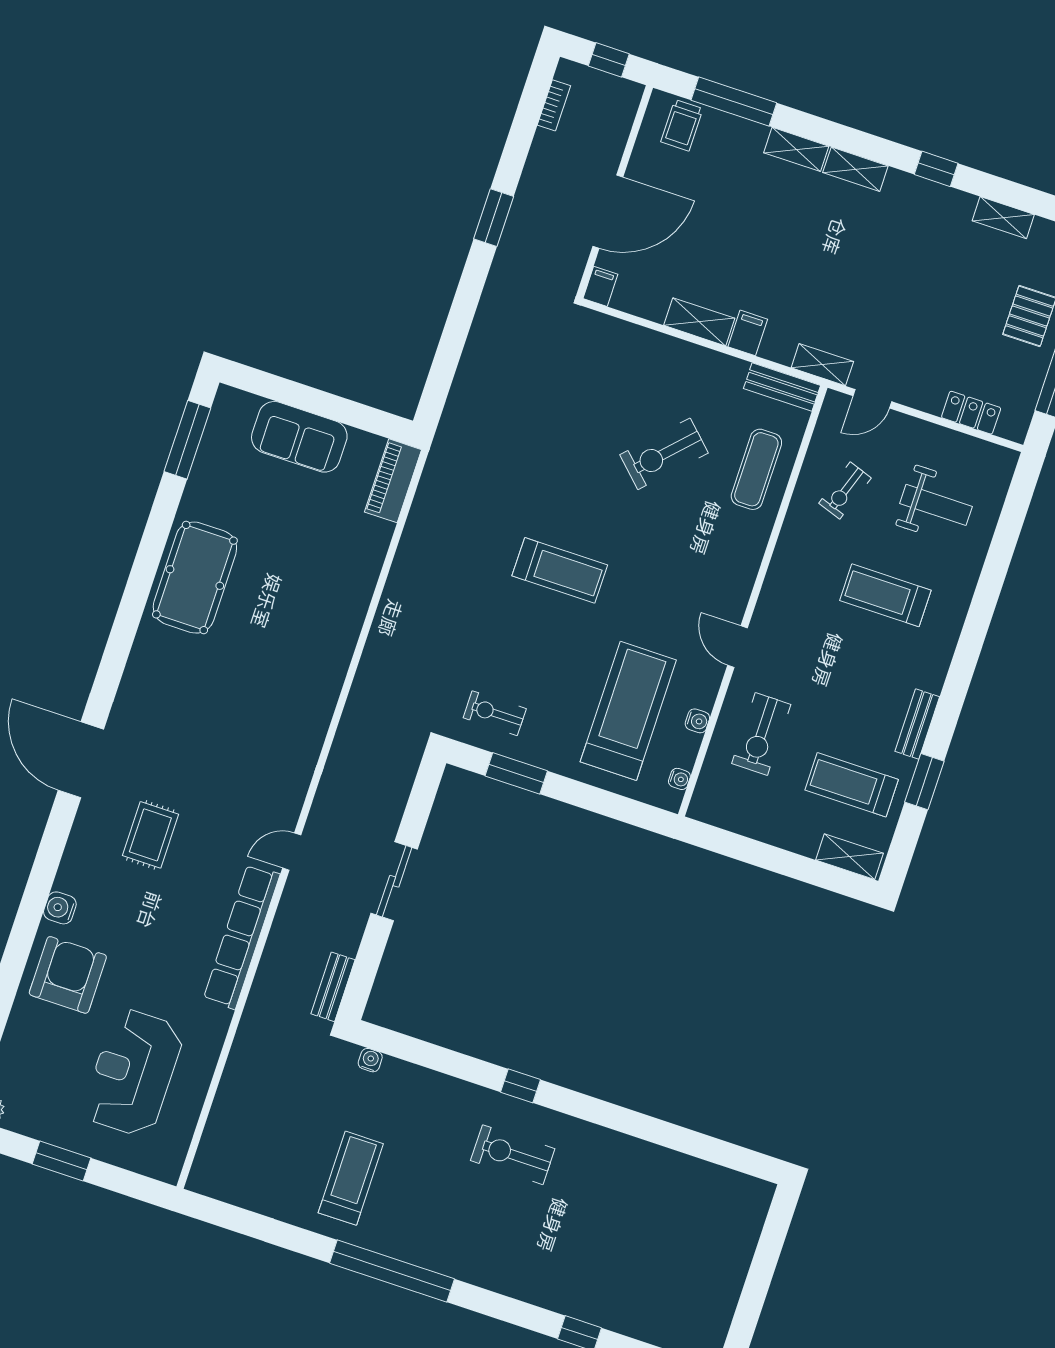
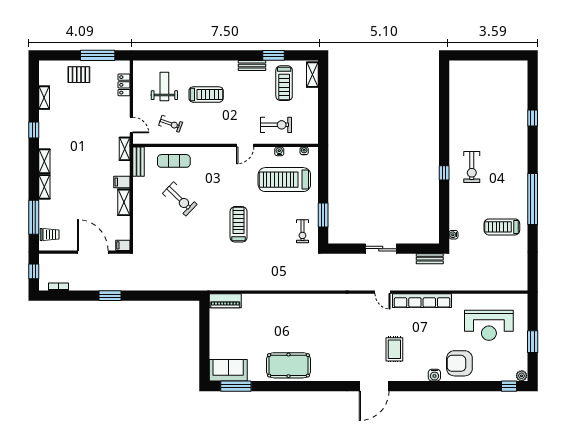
sofa: (299, 437) -> (228, 370), moved, turned -90
treadmill: (885, 595) -> (206, 95), turned -90
rug: (150, 835) -> (394, 349), turned 90

